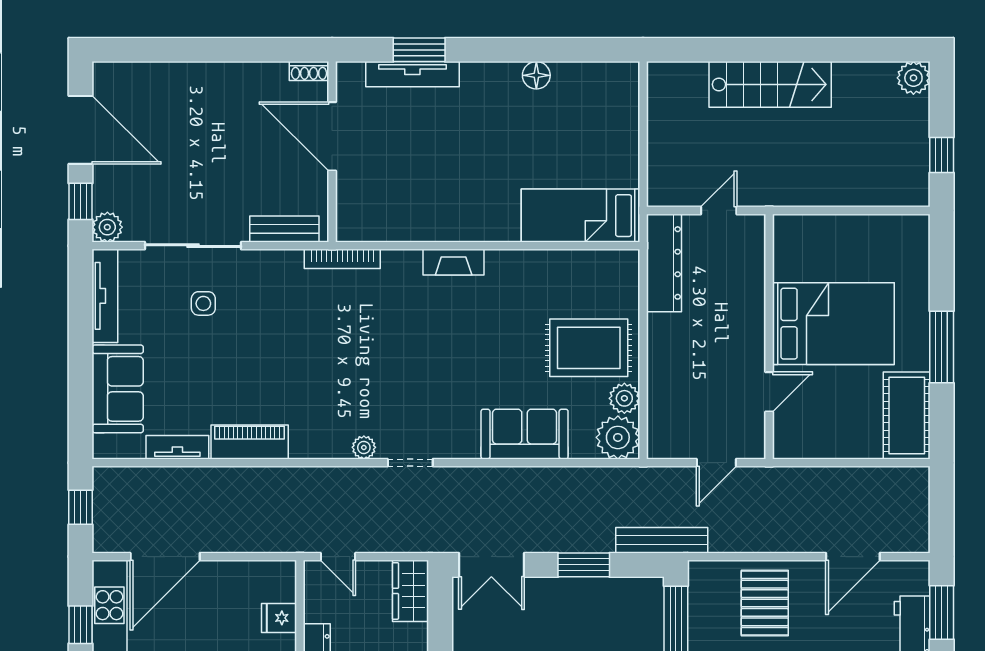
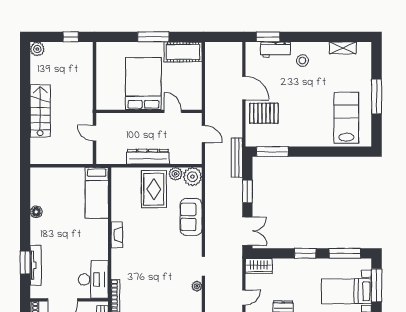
desk: (380, 208) -> (93, 279), added
fireplace: (454, 262) -> (117, 235), moved
dresser: (664, 263) -> (148, 157), moved
door: (853, 557) -> (244, 88), moved

